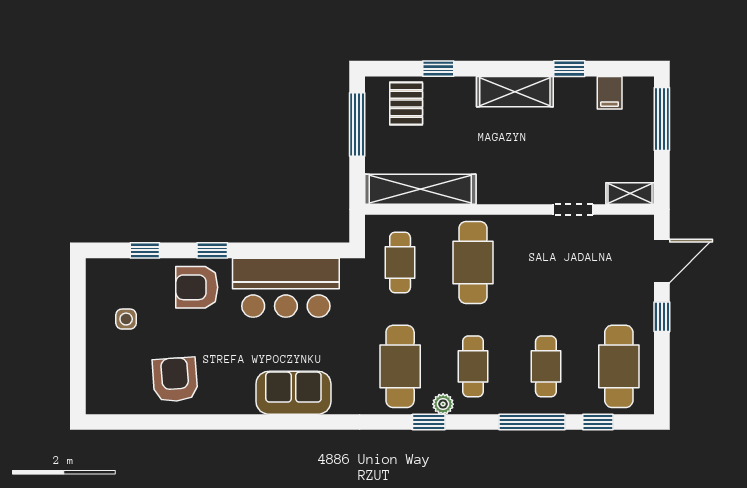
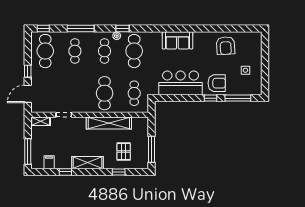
pallet: (406, 103) -> (124, 151), moved
shelving: (420, 189) -> (109, 123), moved
window: (145, 250) -> (238, 98), width x2.17
window: (598, 422) -> (43, 28), moved

